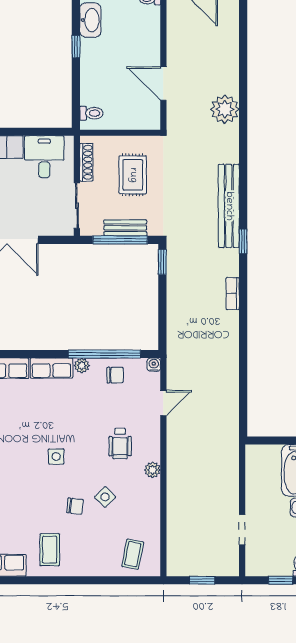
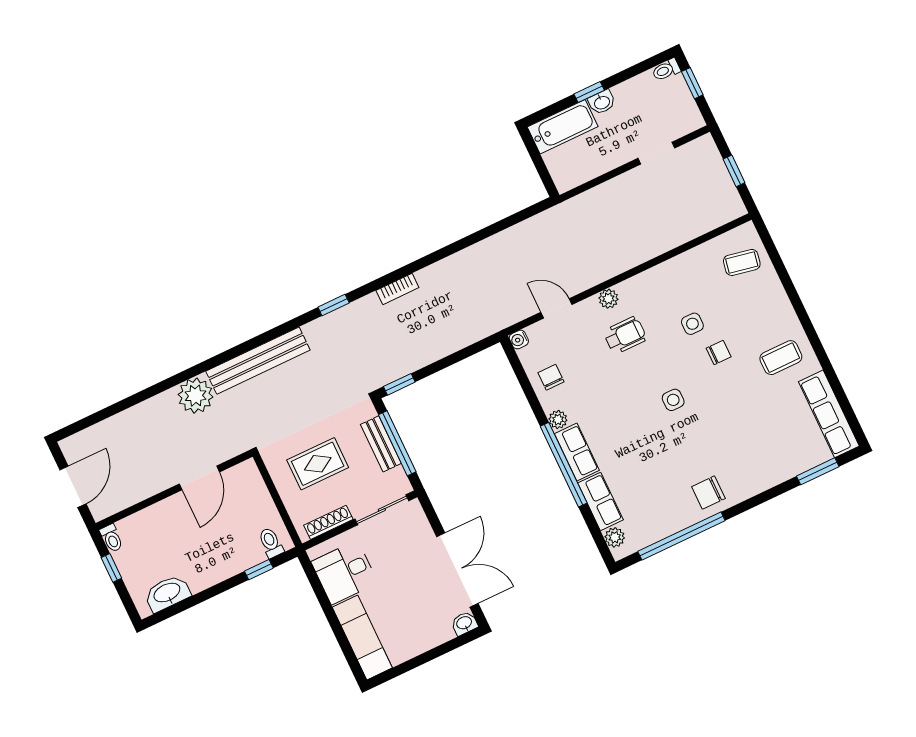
window: (76, 47) -> (259, 570), moved
bench: (229, 206) -> (258, 361), moved
window: (104, 354) -> (564, 465), moved
plant: (152, 470) -> (608, 299), moved
side table: (105, 497) -> (692, 324), turned 45
chair: (75, 506) -> (719, 352), turned 84

